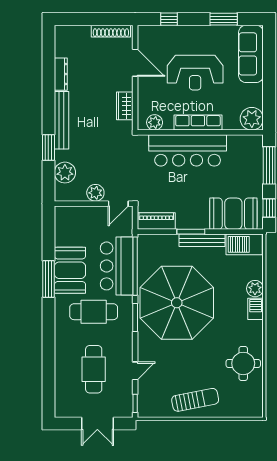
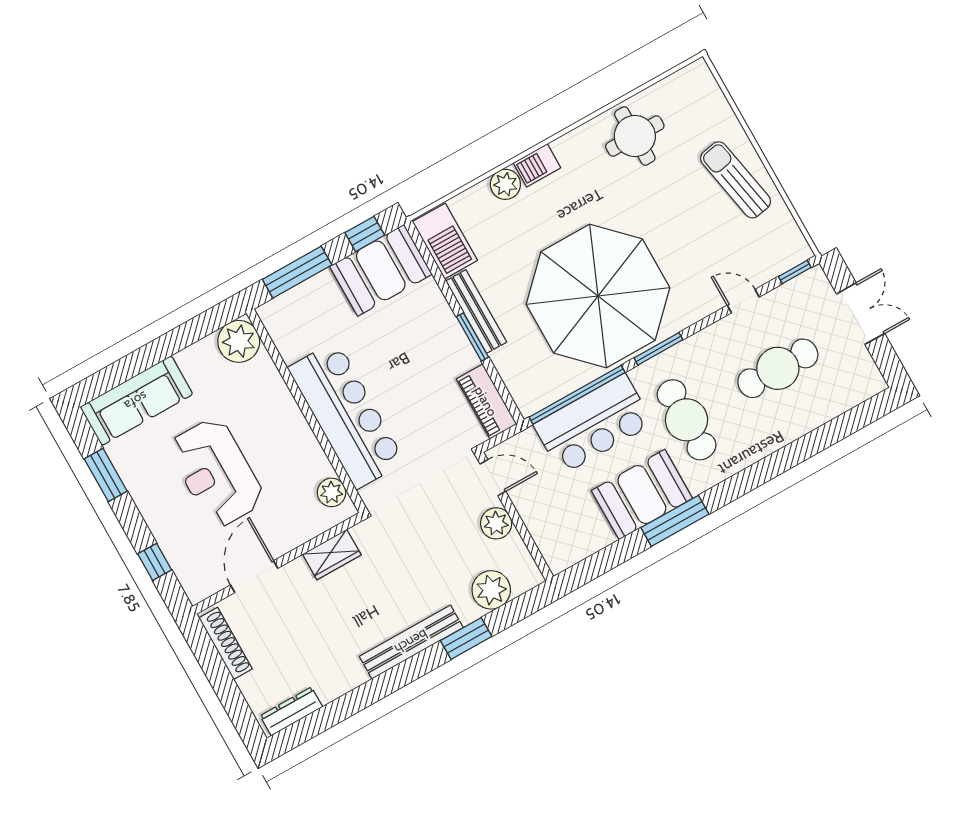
reception desk: (195, 73) -> (216, 473), turned 180
dresser: (61, 74) -> (291, 711), moved
row of seats: (198, 123) -> (293, 423), removed
booth: (233, 214) -> (381, 270), moved, turned 90

